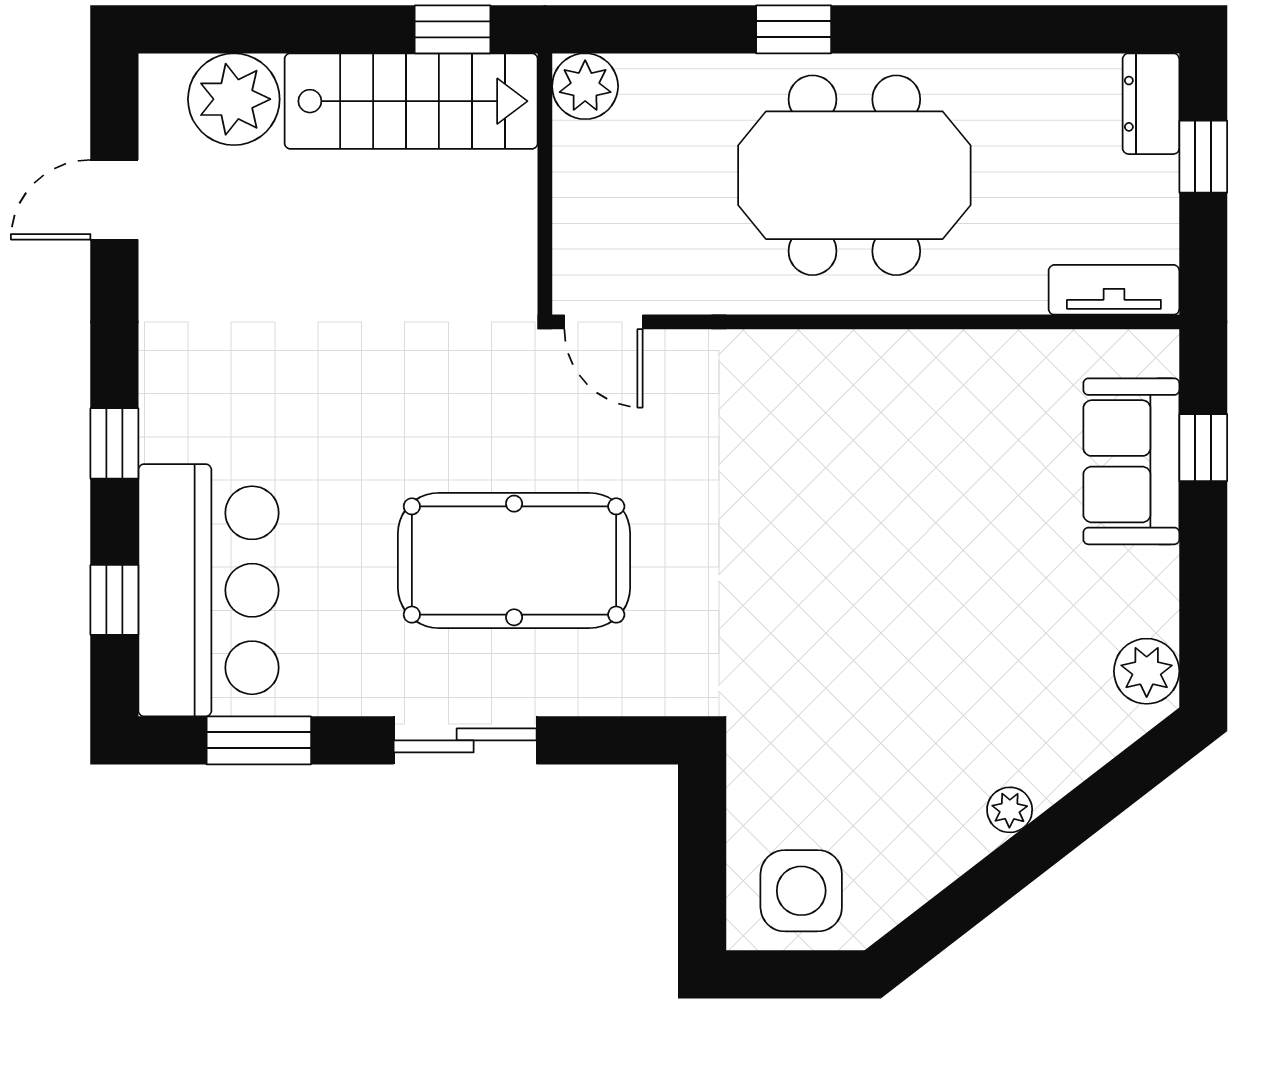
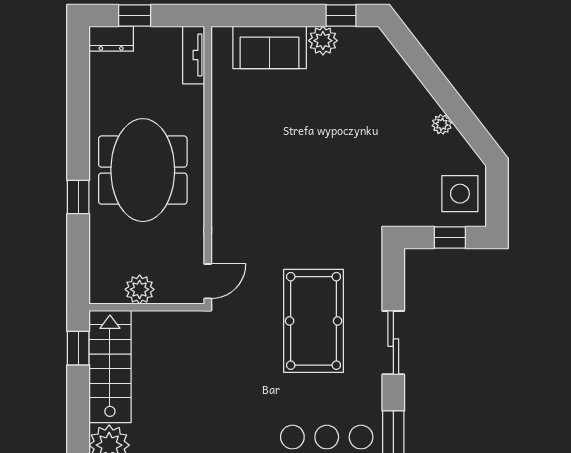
plant: (585, 86) -> (140, 289), moved
window: (1203, 448) -> (341, 15), moved
plant: (1147, 671) -> (323, 41), moved
plant: (1010, 810) -> (442, 124), moved
window: (702, 868) -> (450, 238), added

